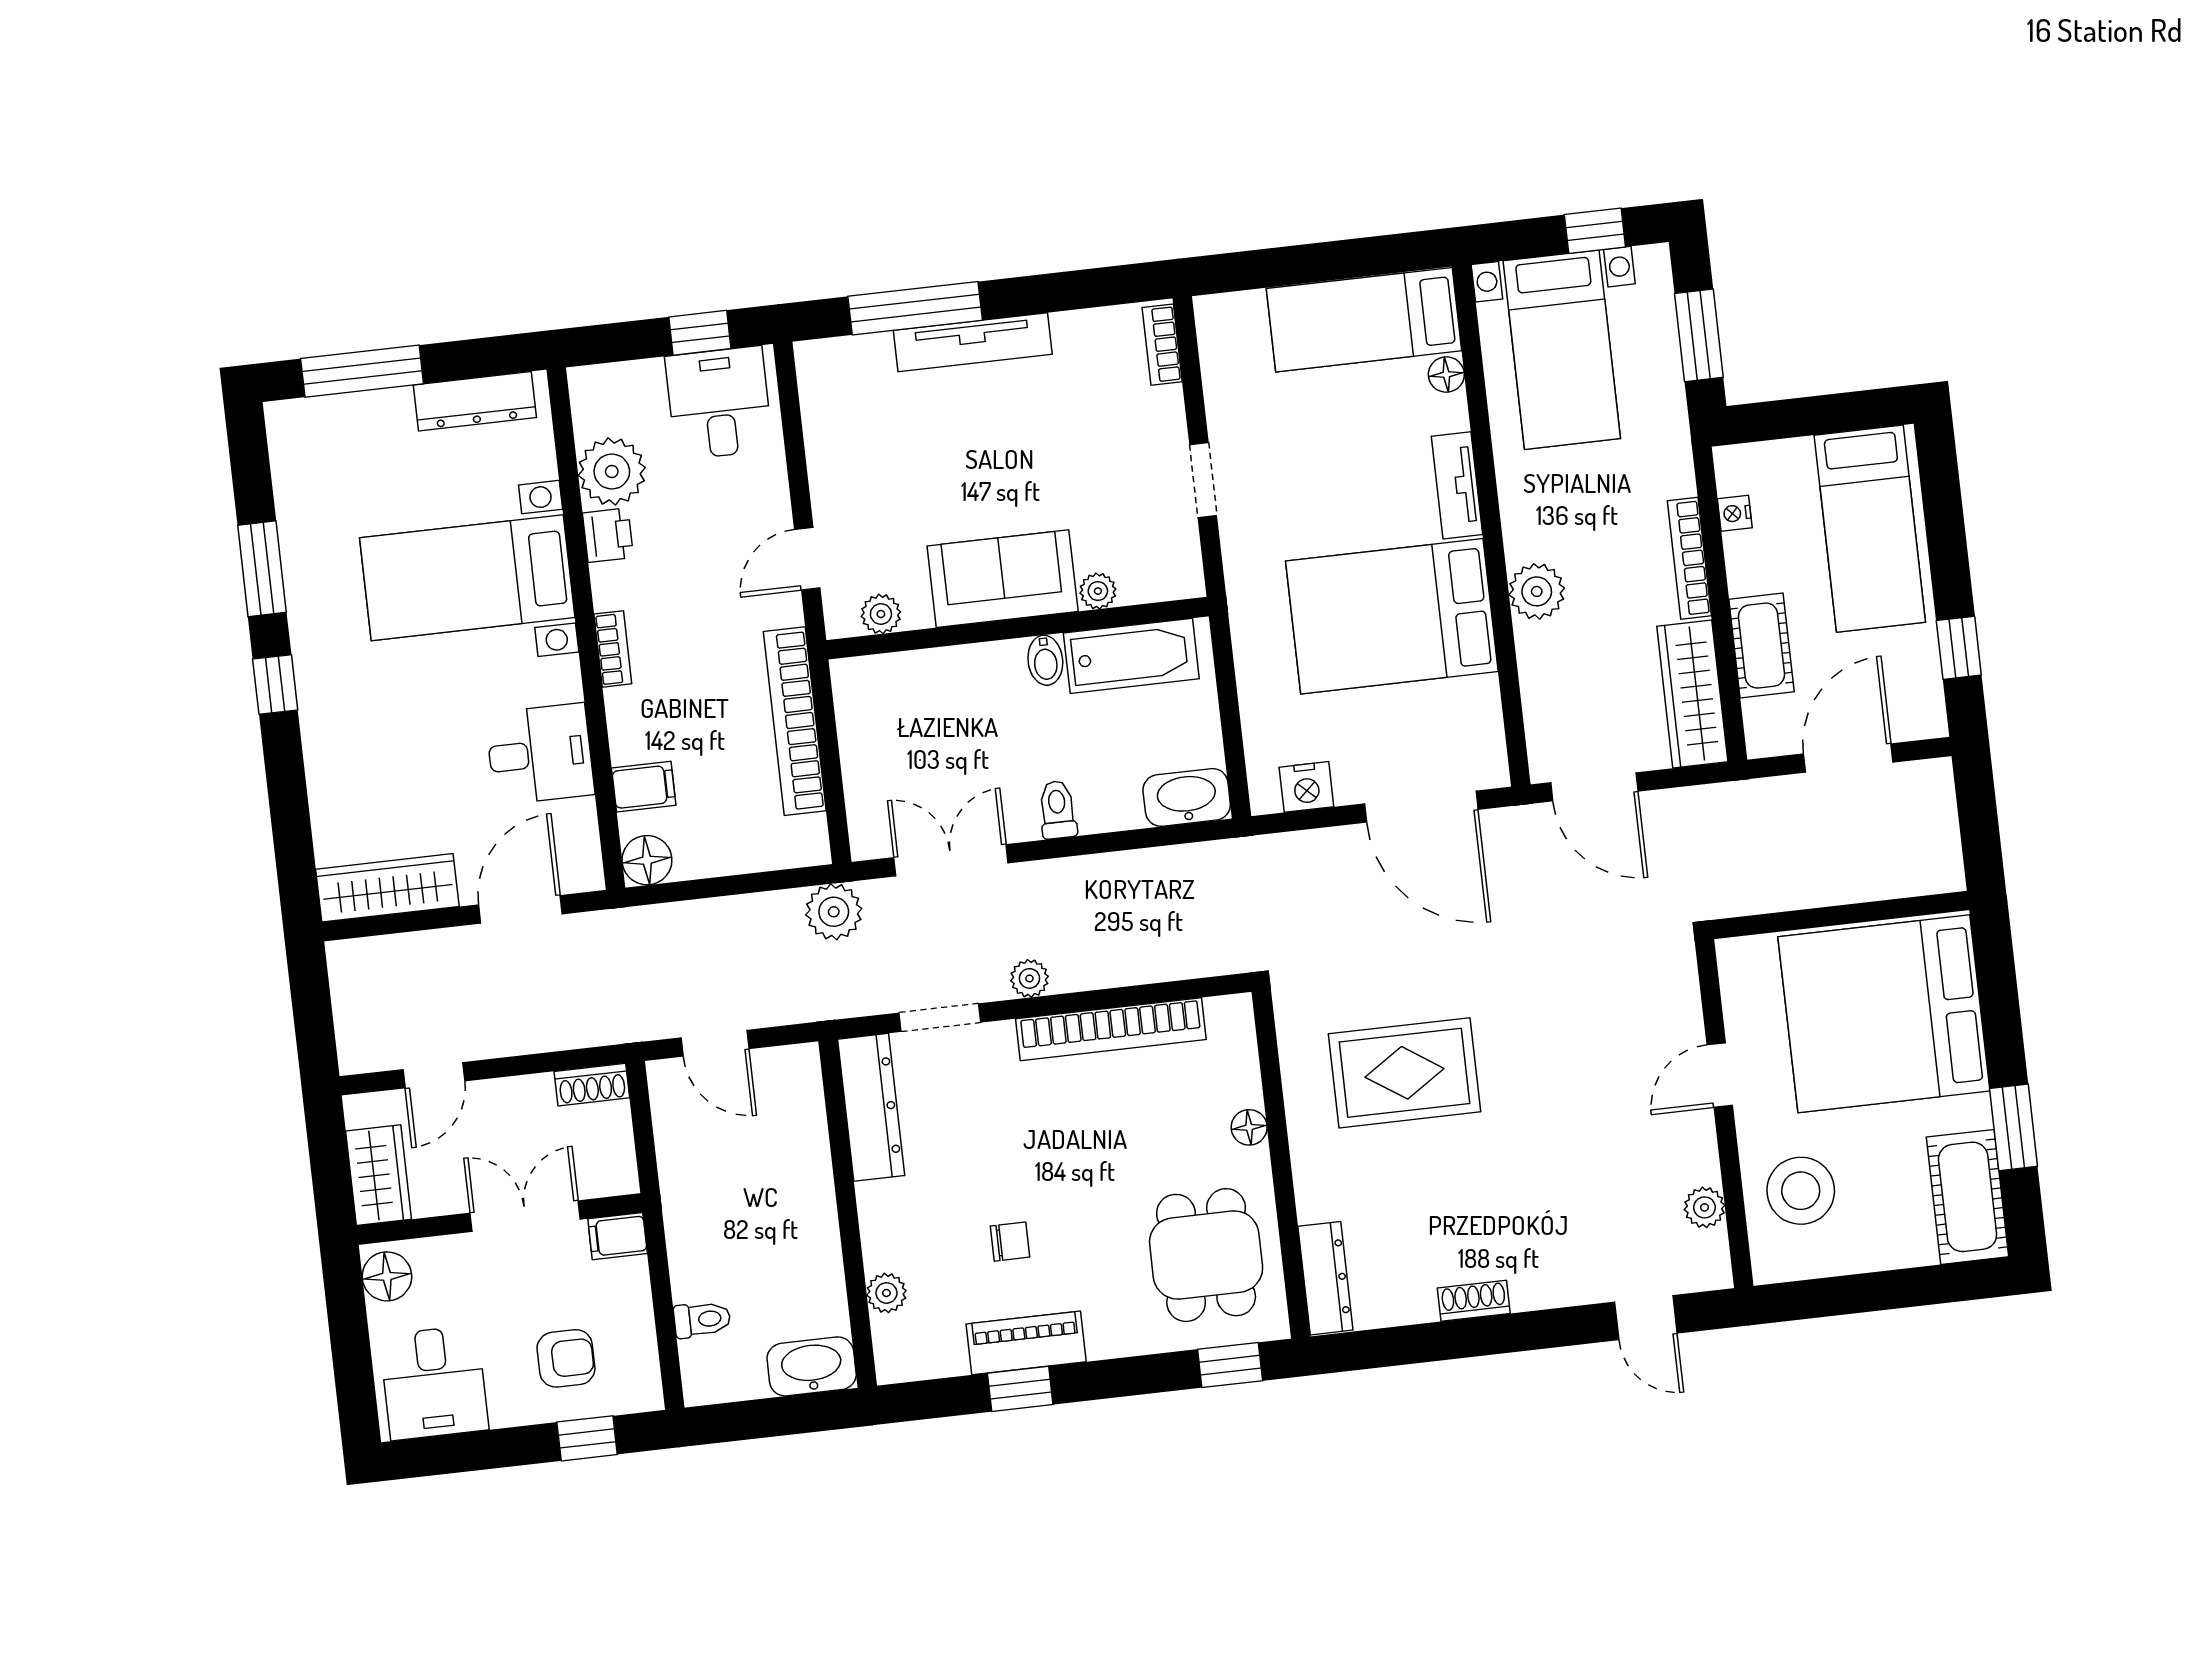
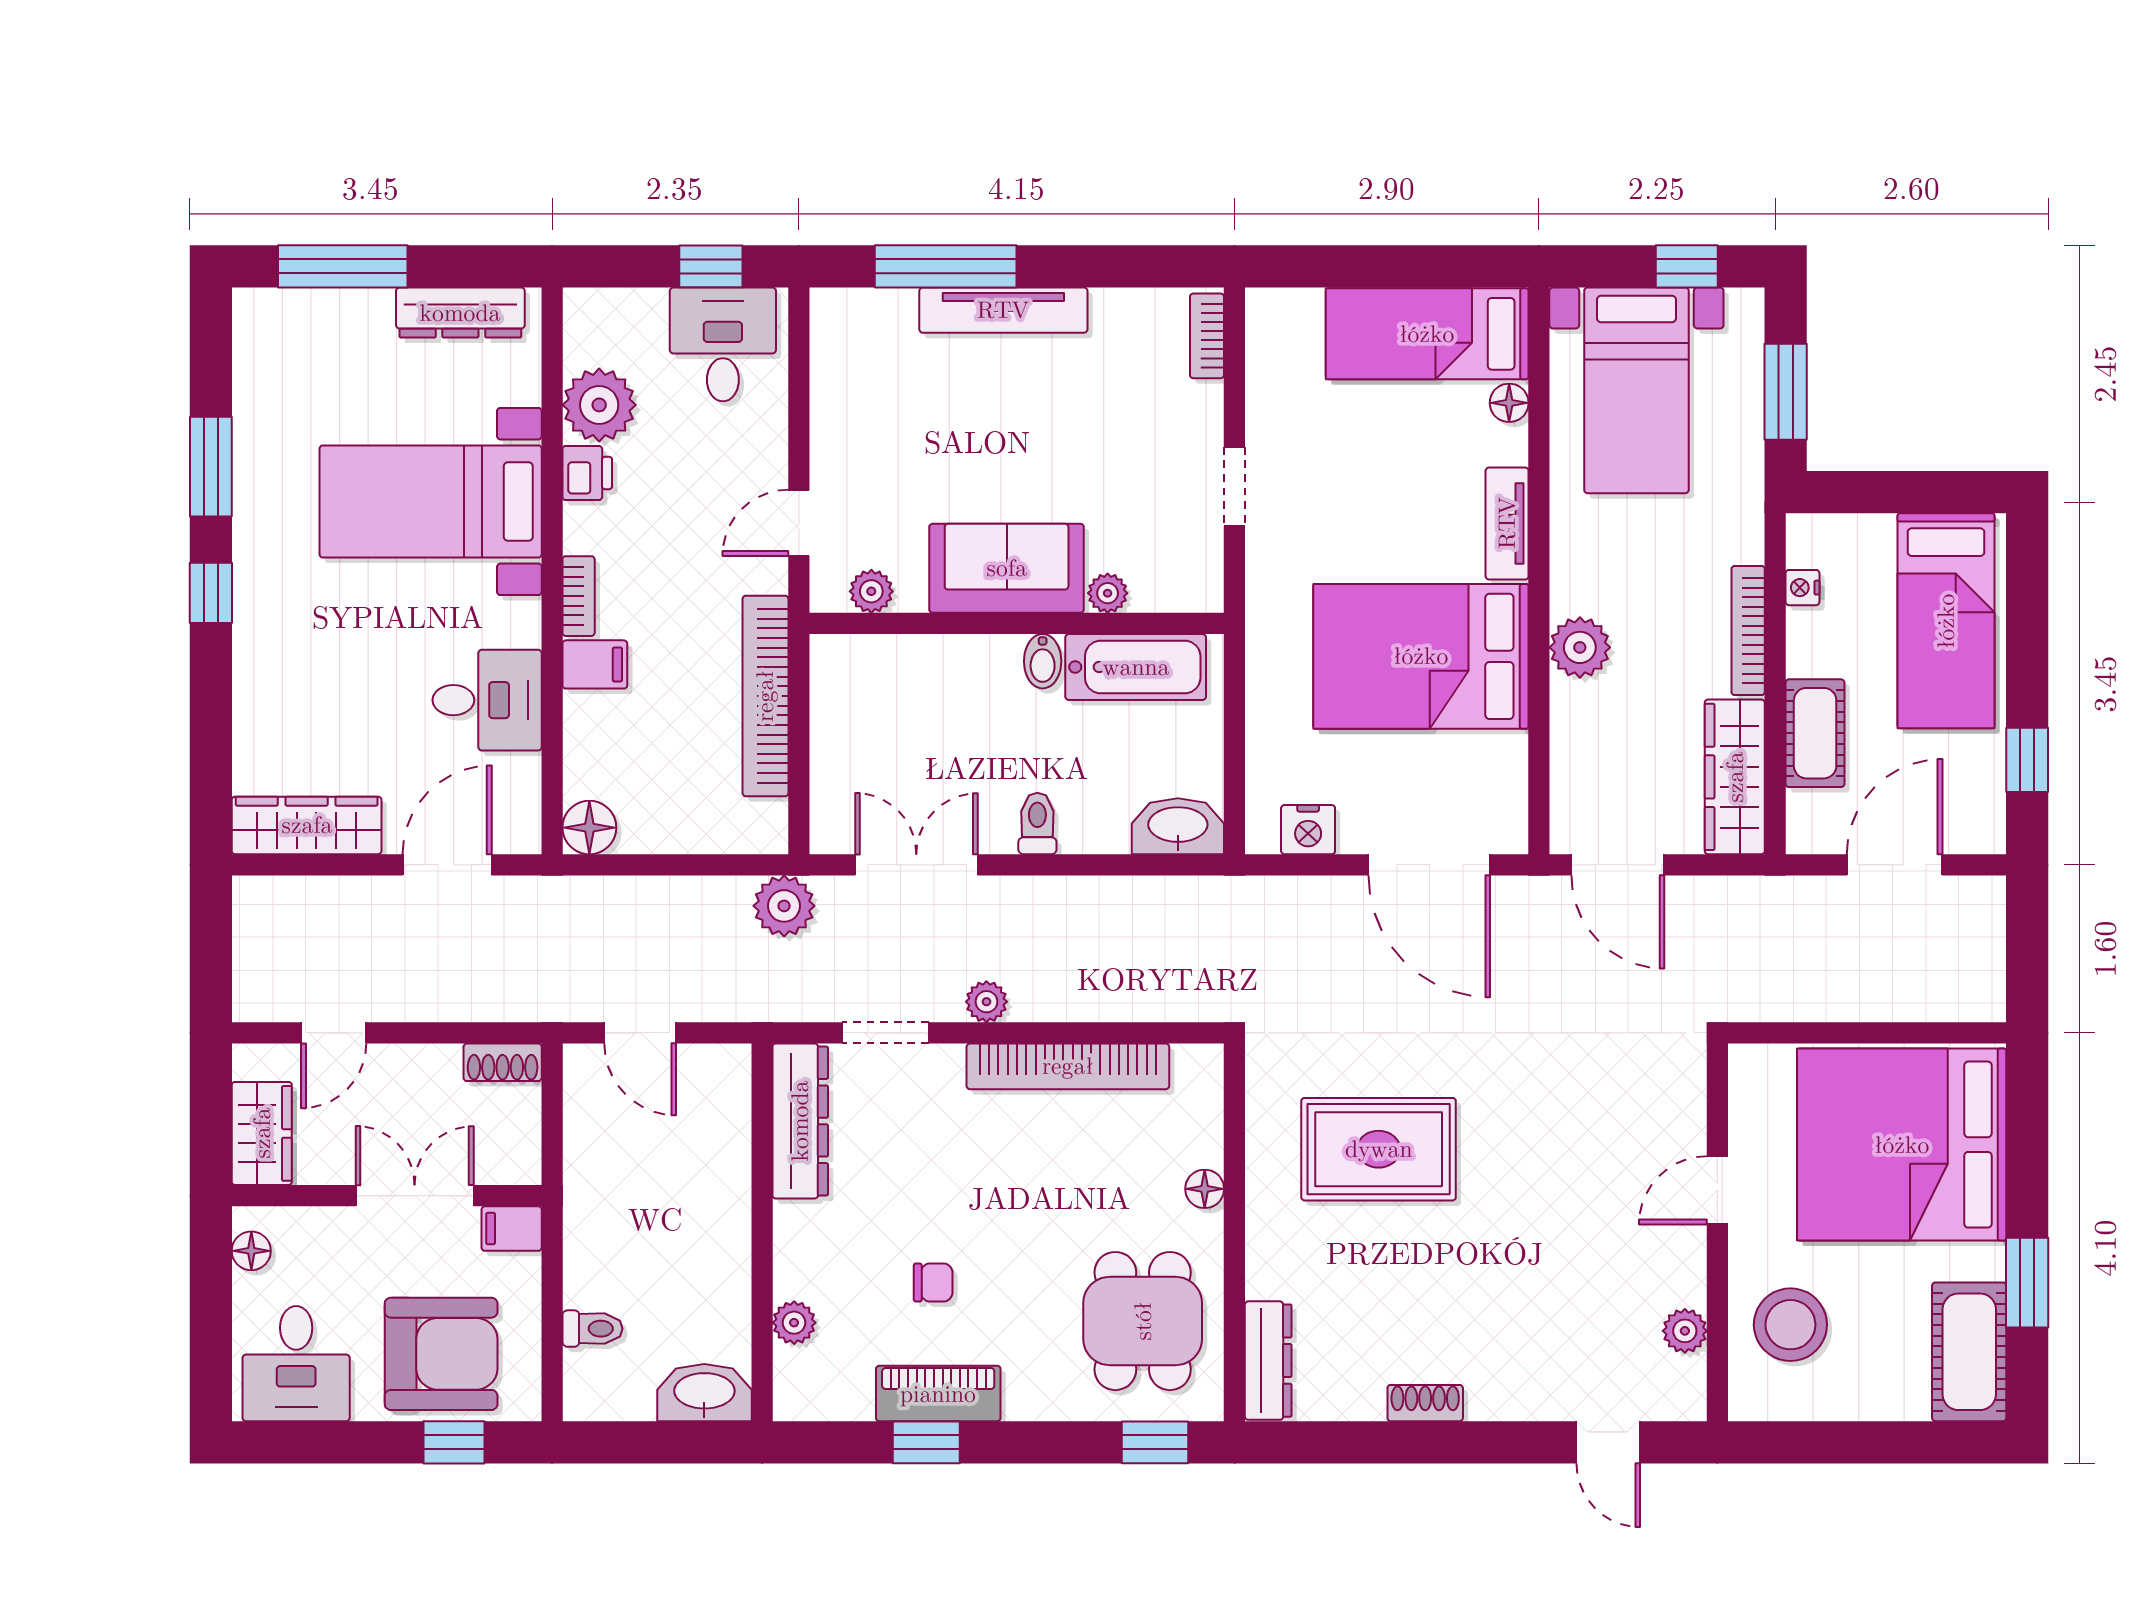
filing cabinet: (644, 787) -> (595, 664), moved
floor lamp: (387, 1276) -> (251, 1251), width x0.73, depth x0.73
armchair: (566, 1358) -> (441, 1354), width x1.88, depth x1.88

